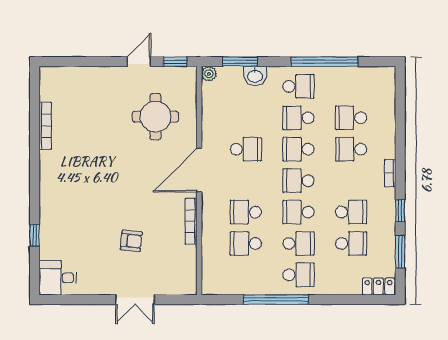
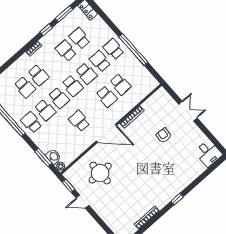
washbasin: (255, 76) -> (54, 157), moved
window: (35, 235) -> (177, 199), moved

